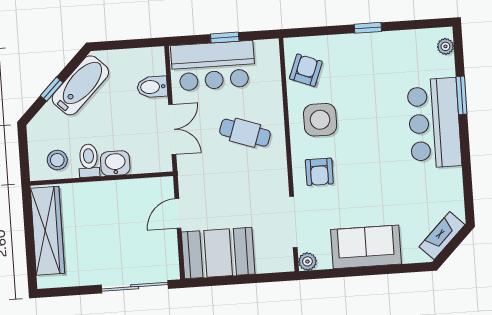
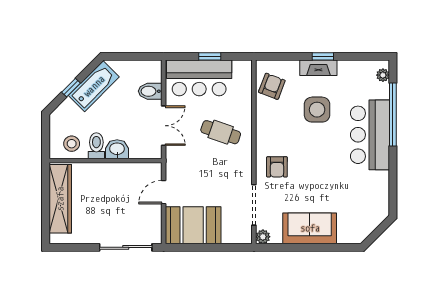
window: (462, 95) -> (393, 114), width x2.11
side table: (320, 120) -> (317, 110), moved
fireplace: (442, 236) -> (318, 68), moved, turned -135

